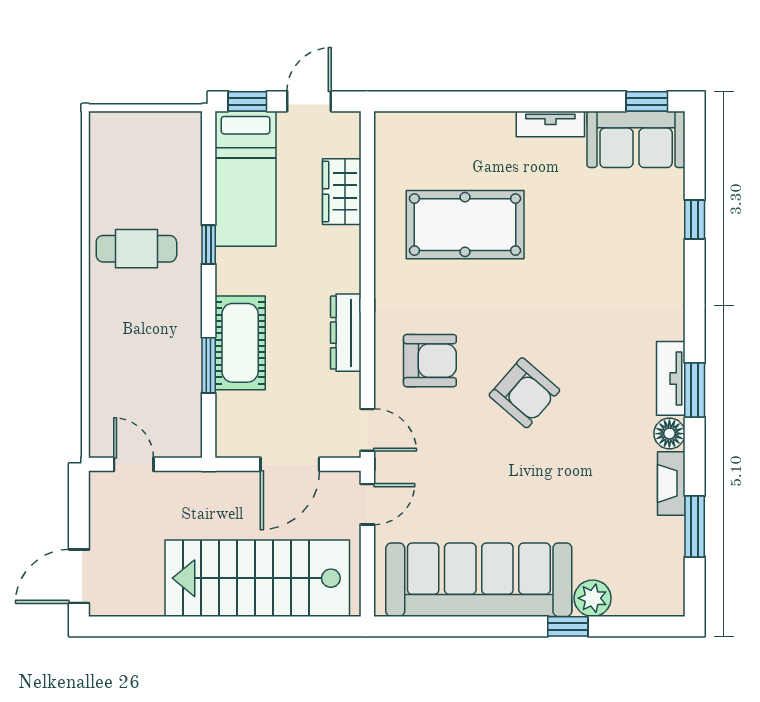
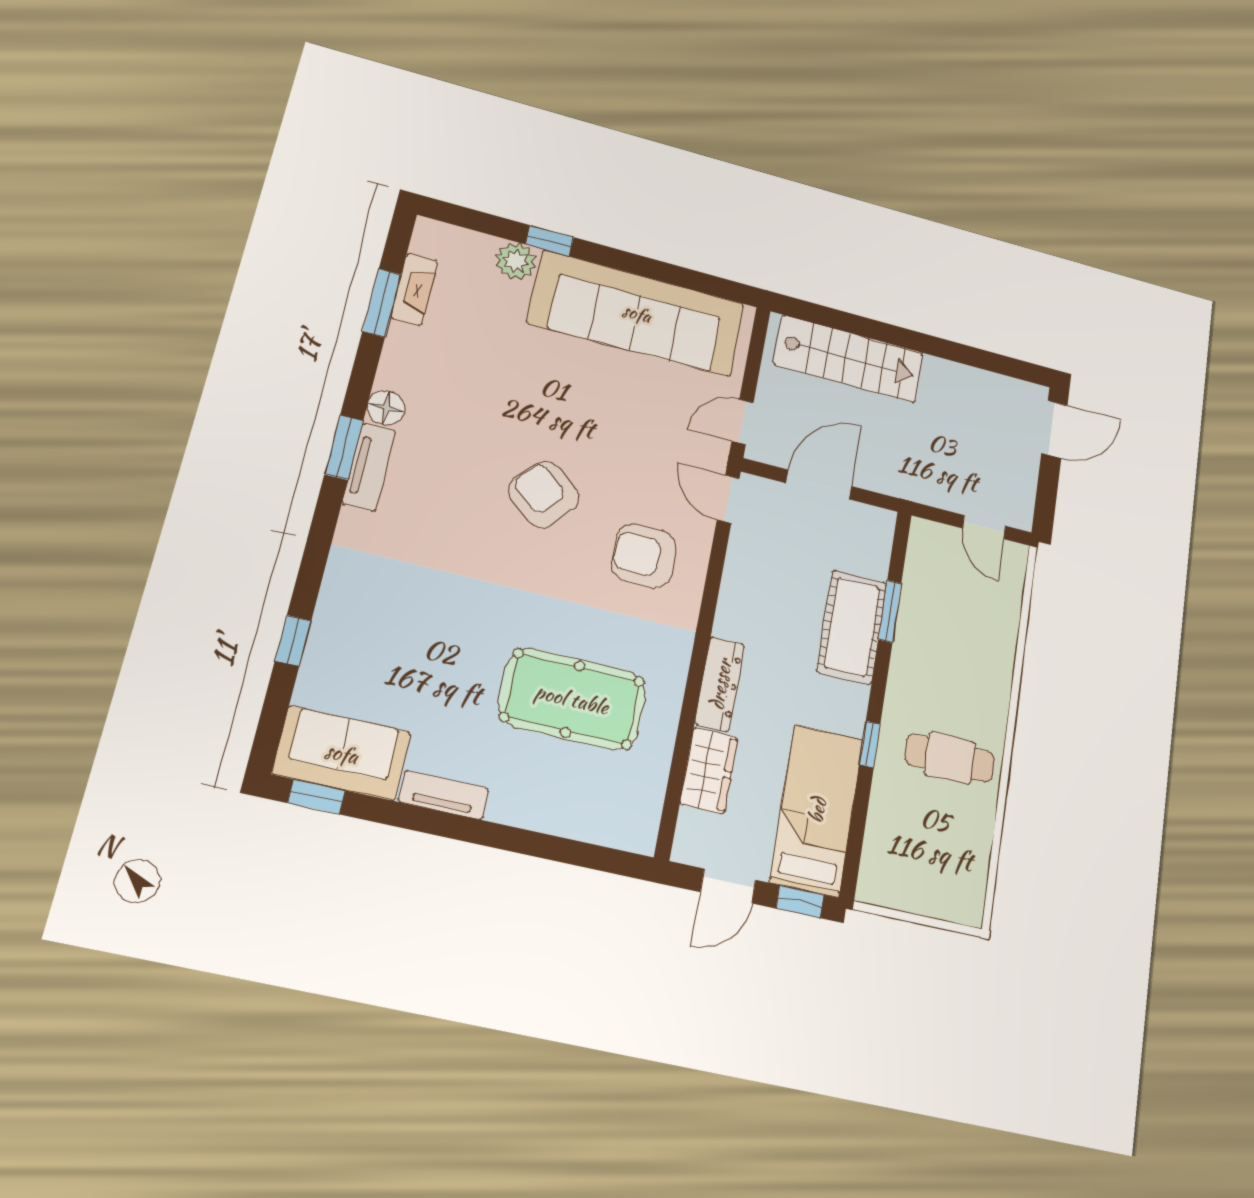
dresser: (346, 333) -> (720, 684), moved
fireplace: (671, 483) -> (414, 289), moved
stairs: (257, 578) -> (849, 359), width x0.73, depth x0.66

